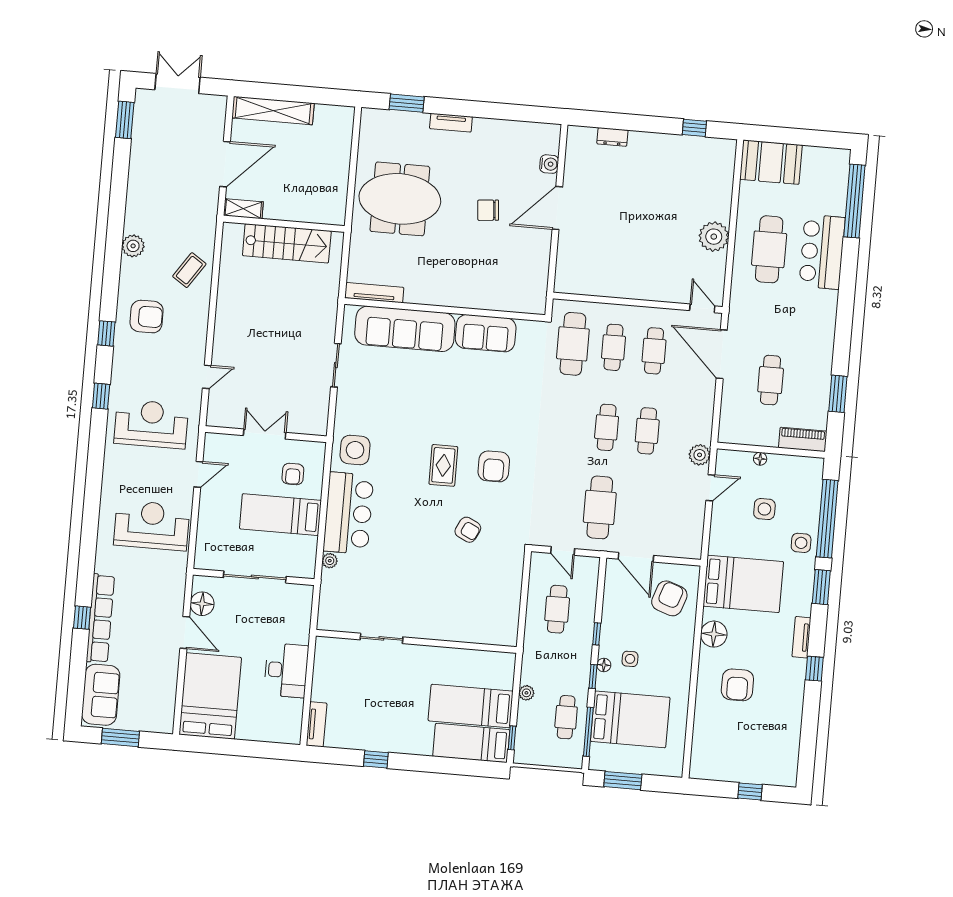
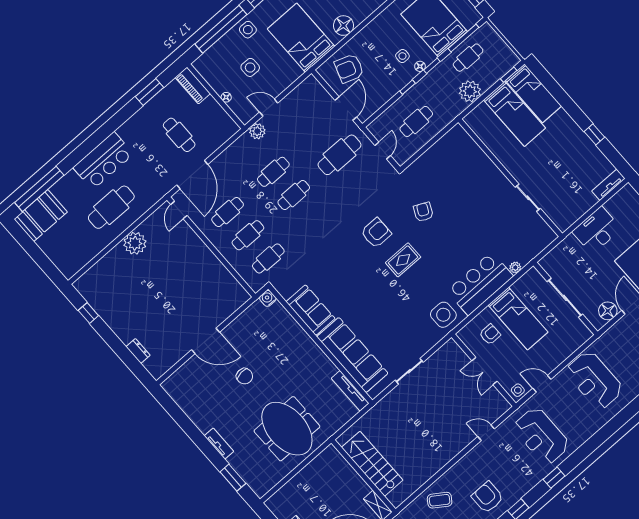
booth: (771, 162) -> (41, 216), moved, turned 90
water cooler: (549, 164) -> (268, 298), moved
bar counter: (822, 252) -> (103, 161), moved
cafe table: (573, 344) -> (268, 258), width x0.73, depth x0.74
cafe table: (771, 380) -> (179, 135), turned 90
side table: (215, 446) -> (518, 390), added
plant: (526, 693) -> (470, 91), width x1.87, depth x1.87

